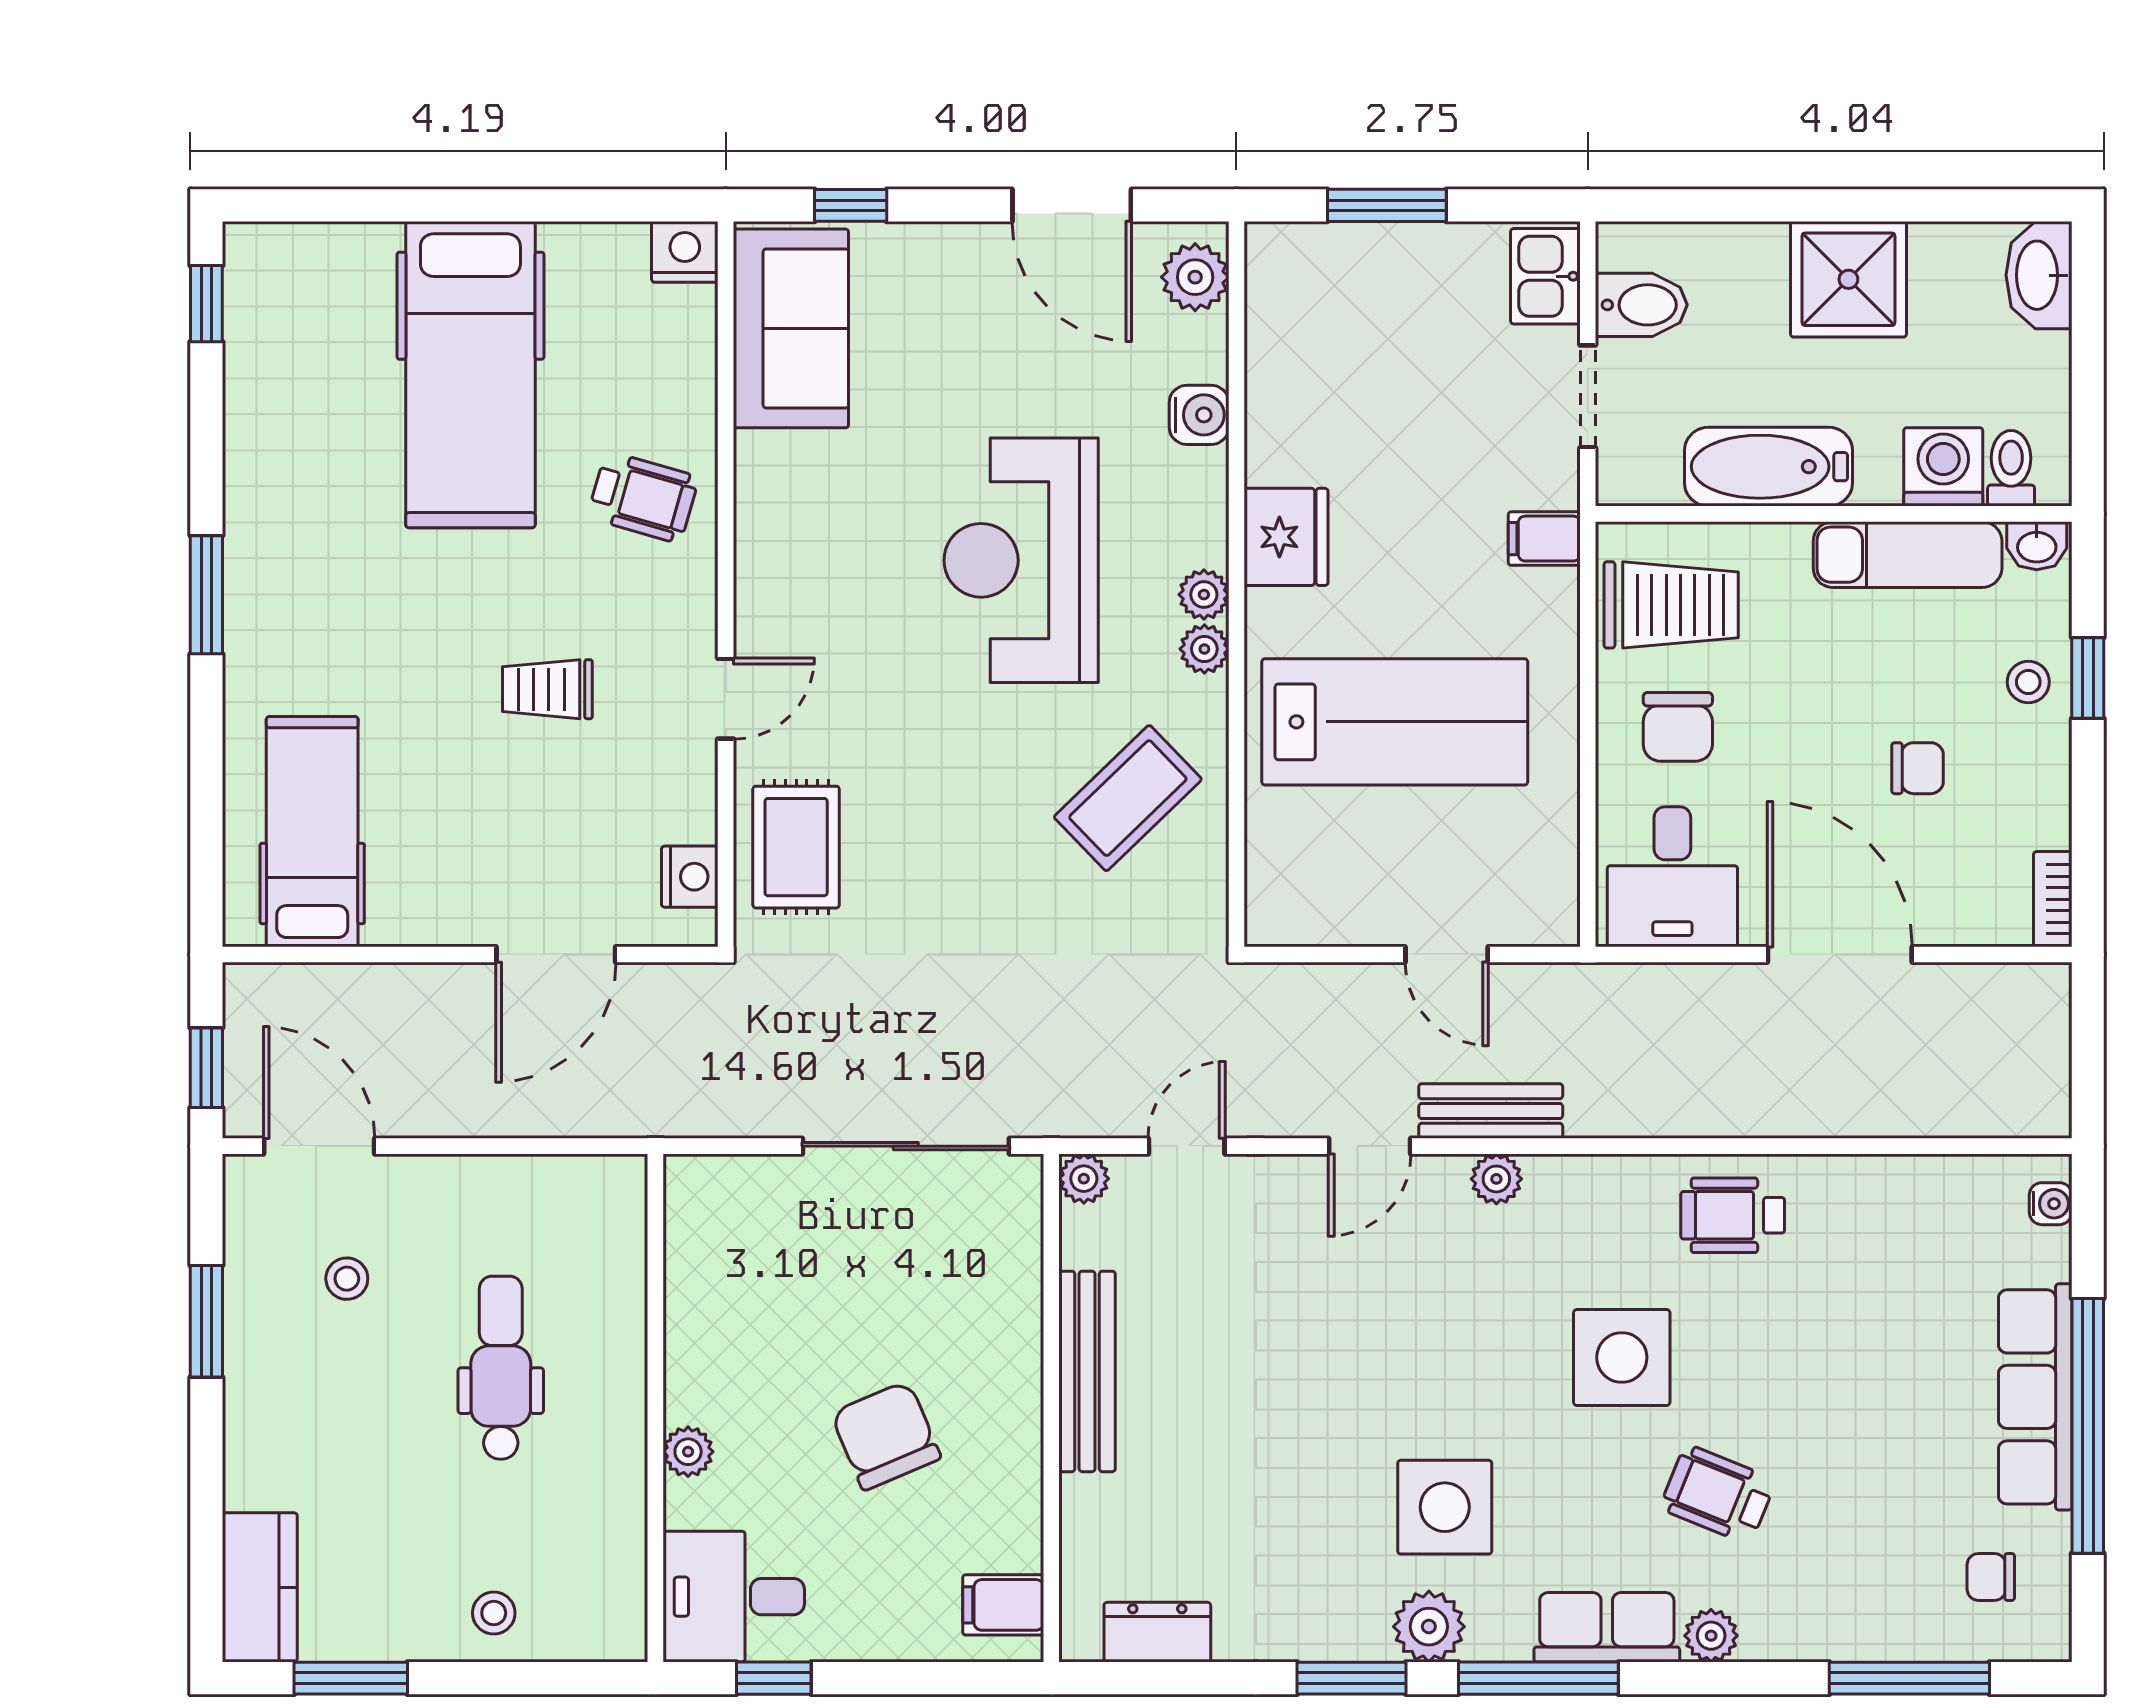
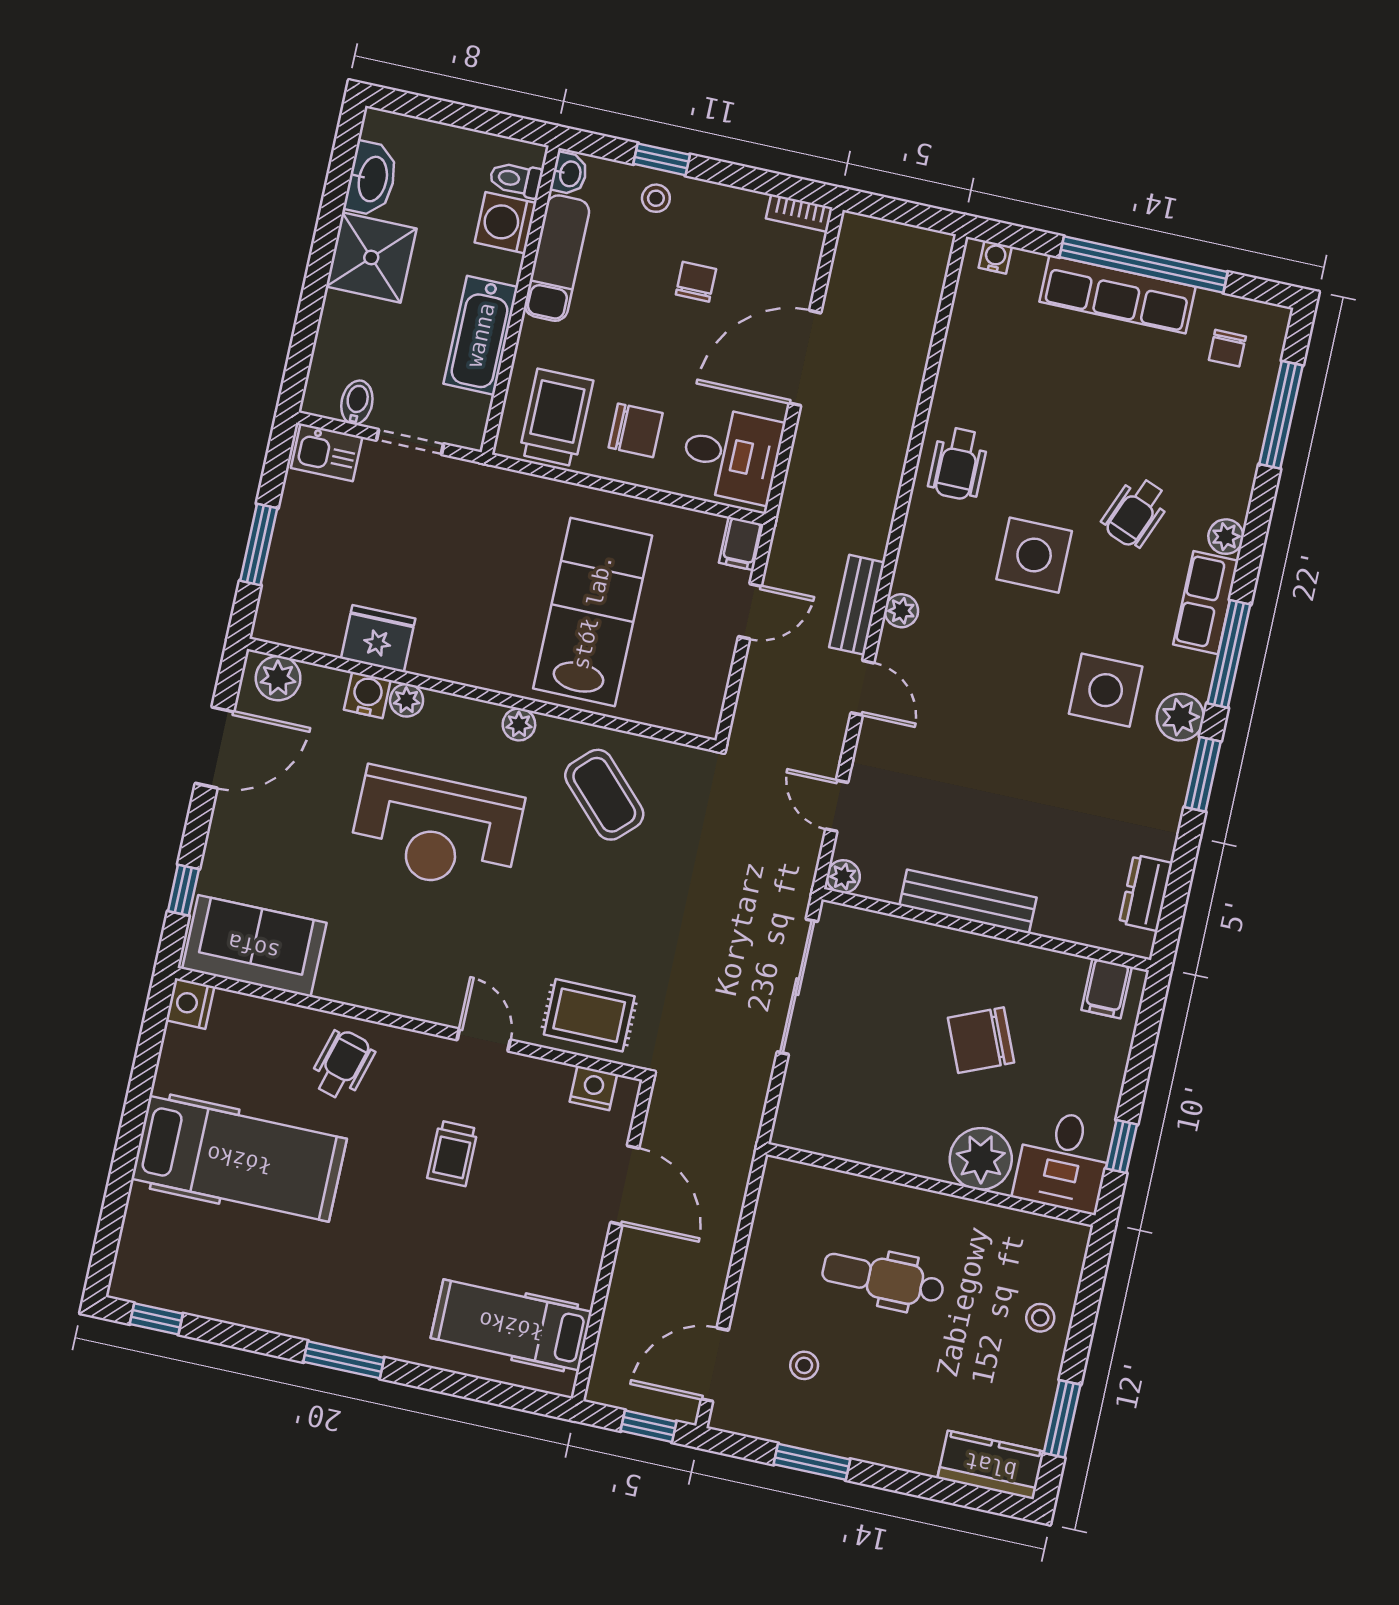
washbasin: (2039, 275) -> (372, 179), moved, turned -90
bidet: (1641, 305) -> (357, 402), width x0.72, depth x0.74
fridge: (1286, 537) -> (378, 639), moved
filing cabinet: (1544, 539) -> (741, 544), moved
plant: (1204, 595) -> (407, 700), moved
plant: (688, 1452) -> (981, 1159), width x1.88, depth x1.88

